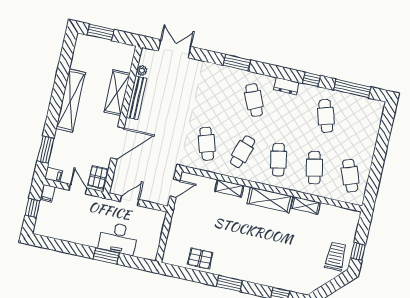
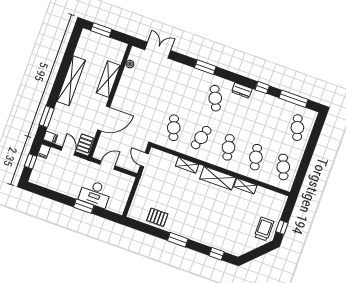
bench: (136, 98) -> (123, 85), removed
cafe table: (326, 116) -> (297, 128), moved
door: (175, 188) -> (144, 160), swing flipped

